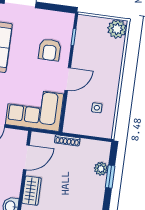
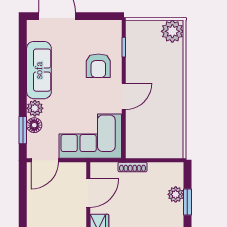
side table: (97, 108) -> (161, 125), removed

